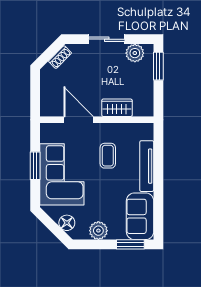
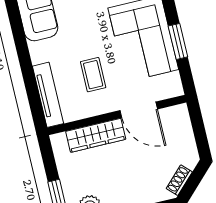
wardrobe: (117, 108) -> (96, 135), width x1.50
tv unit: (147, 166) -> (48, 95), moved

